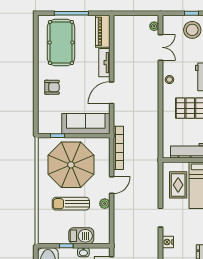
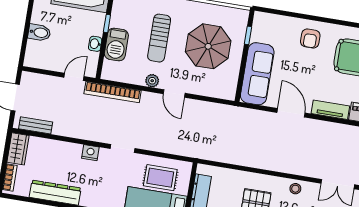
bookcase: (118, 148) -> (113, 92), moved
parasol: (71, 165) -> (208, 46), width x0.73, depth x0.73
sun lounger: (71, 204) -> (159, 38), turned 180

